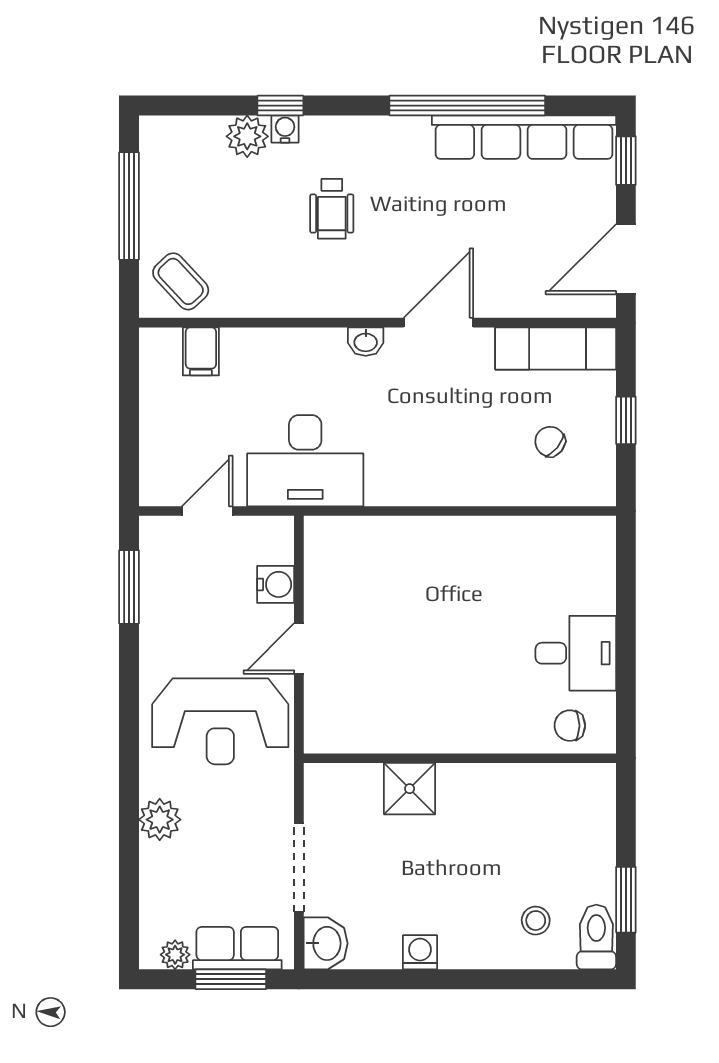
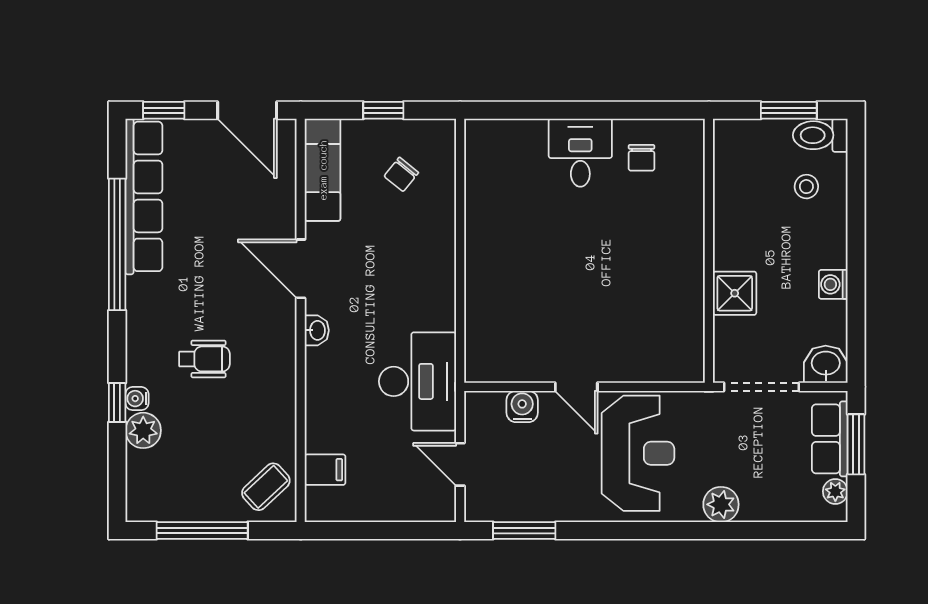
wall: (460, 758) -> (709, 251), moved
shower: (410, 789) -> (735, 293), moved

